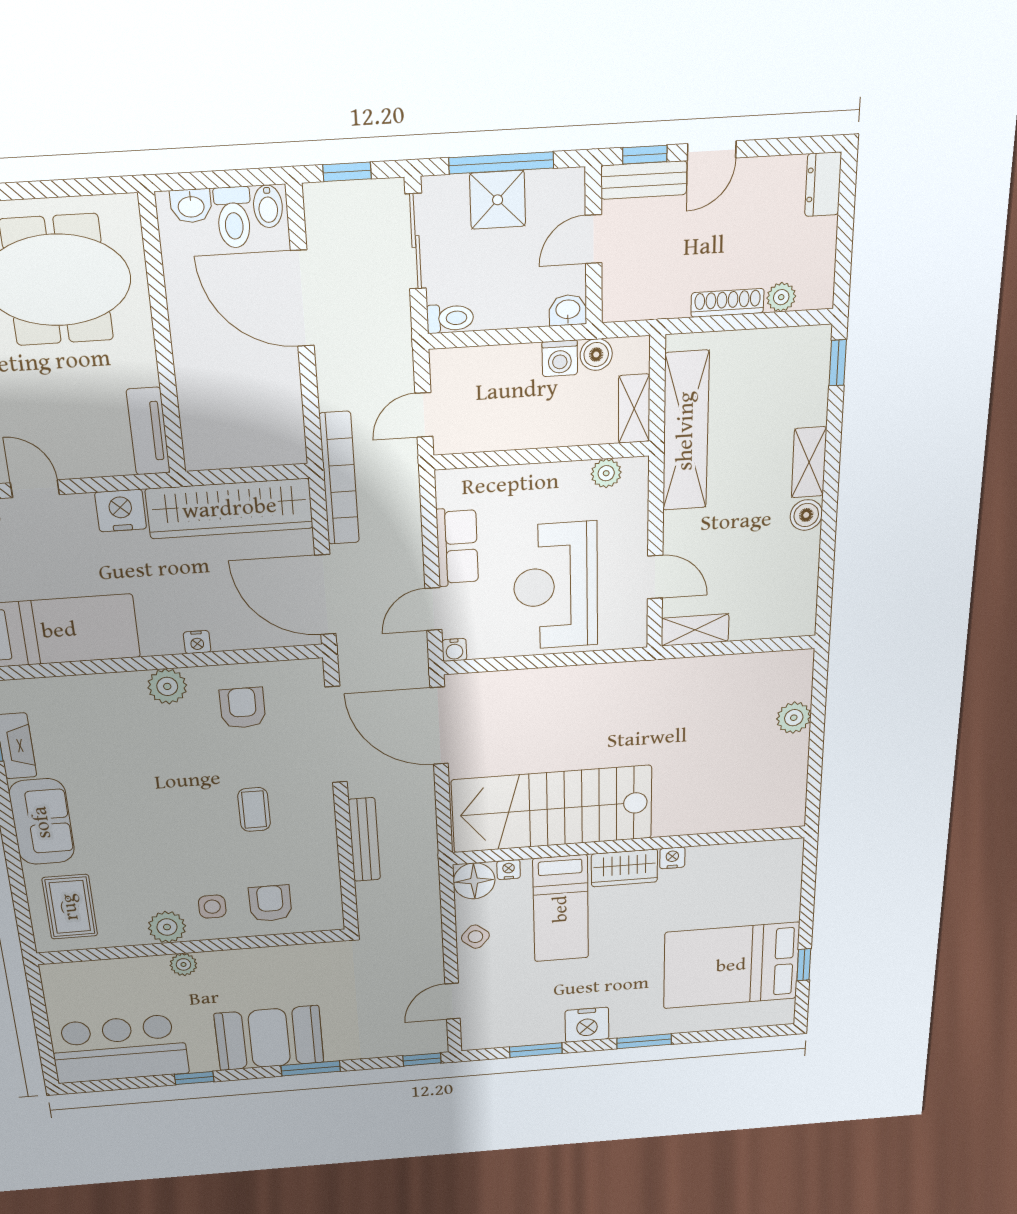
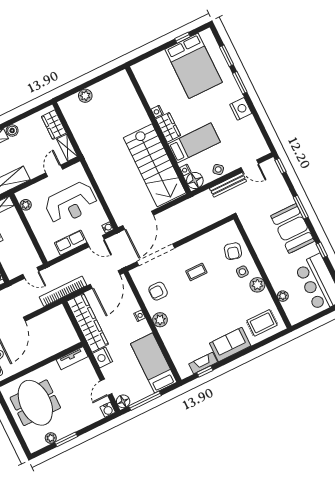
wardrobe: (766, 620) -> (54, 125), added
bench: (364, 840) -> (228, 185), moved
armchair: (270, 903) -> (233, 251), turned -75
plant: (183, 964) -> (283, 296), moved
window: (536, 1050) -> (227, 56), moved

